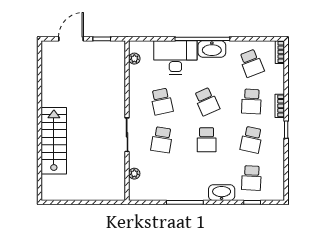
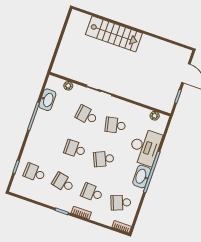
washbasin: (222, 193) -> (47, 100), moved

